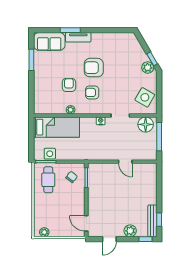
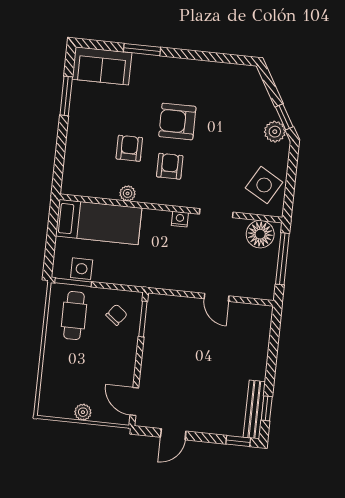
tv unit: (78, 37) -> (155, 64), removed
armchair: (92, 92) -> (170, 166), turned 90
plant: (130, 231) -> (212, 423), removed
plant: (44, 232) -> (83, 412), moved

